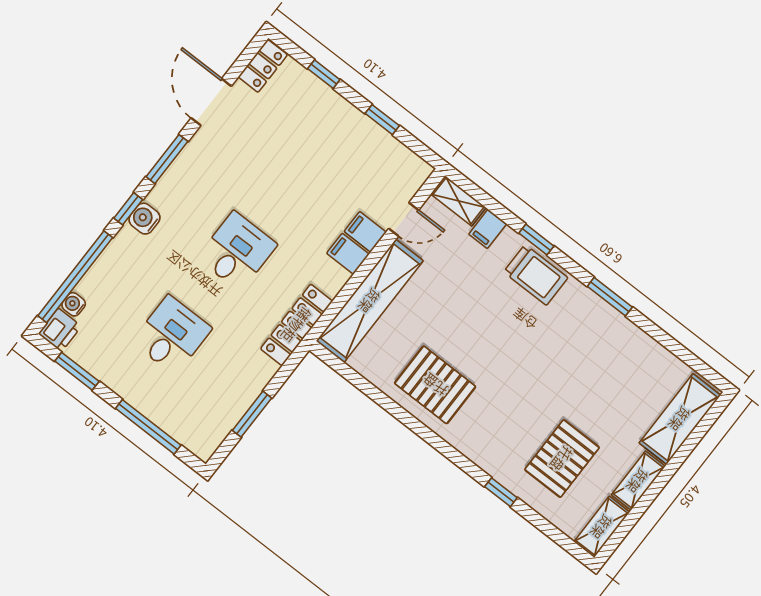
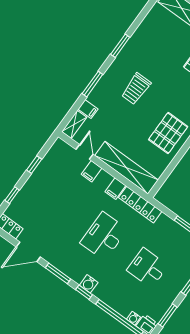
window: (536, 240) -> (92, 84), width x1.50
desk: (237, 251) -> (104, 236), width x1.37
filing cabinet: (348, 254) -> (115, 189), moved
trolley: (536, 275) -> (136, 89), moved, turned 180

